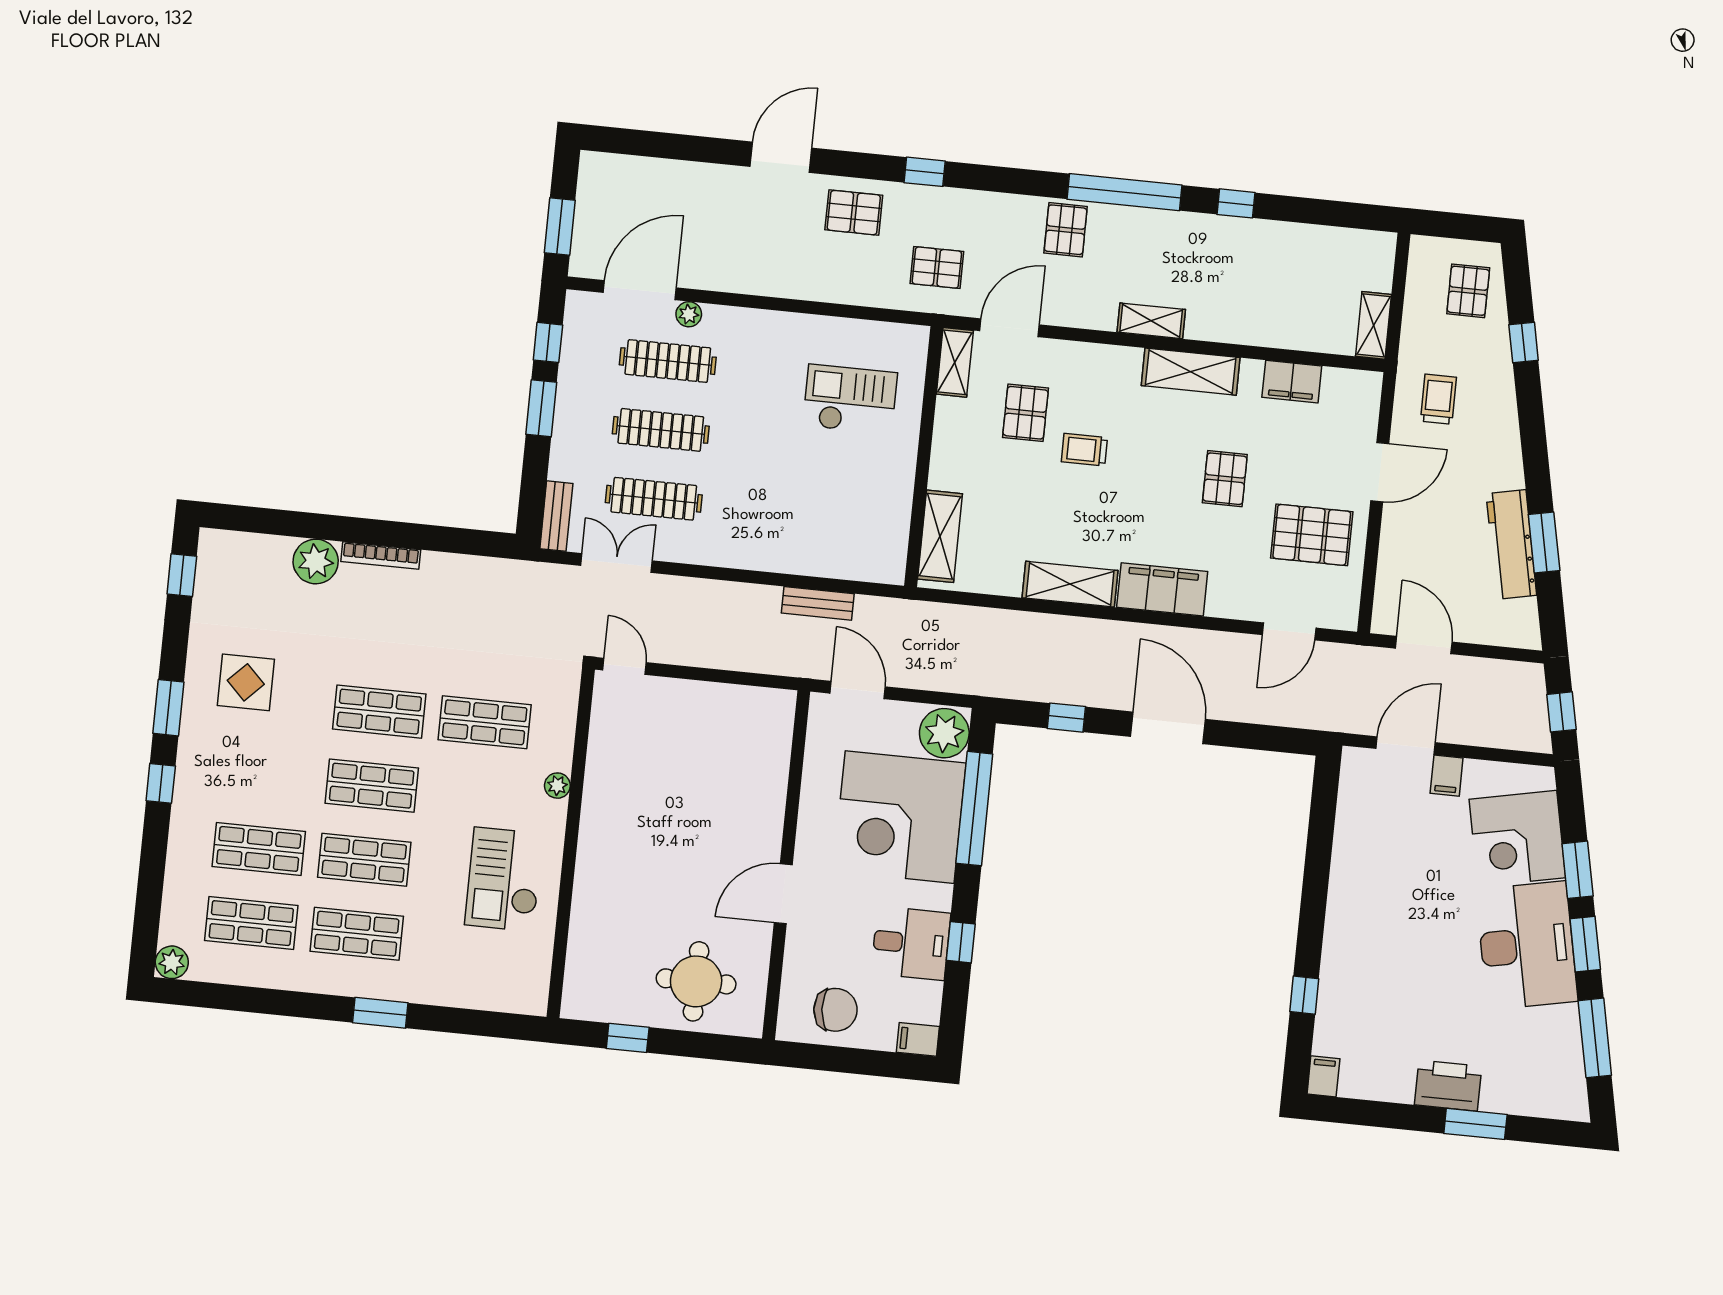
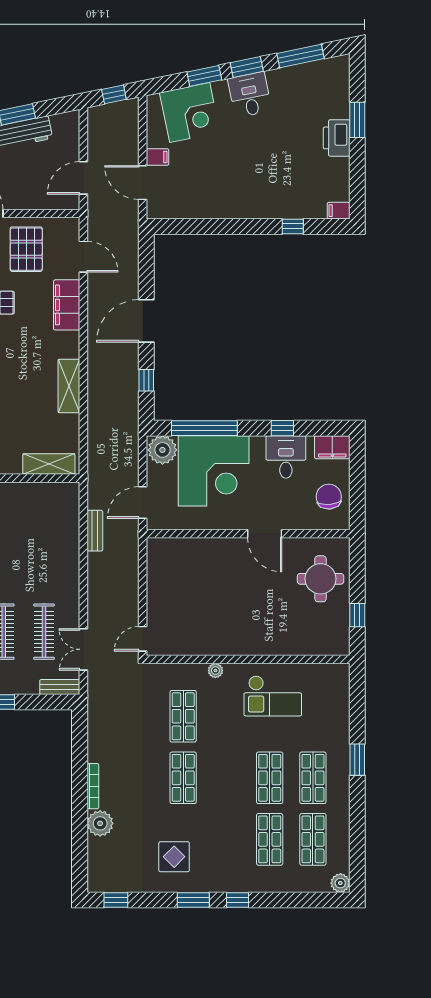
filing cabinet: (1162, 589) -> (67, 305), moved
shop shelf: (372, 786) -> (226, 778), removed
desk: (1527, 945) -> (250, 95), width x0.53, depth x0.77
filing cabinet: (918, 1039) -> (332, 447), width x2.00

